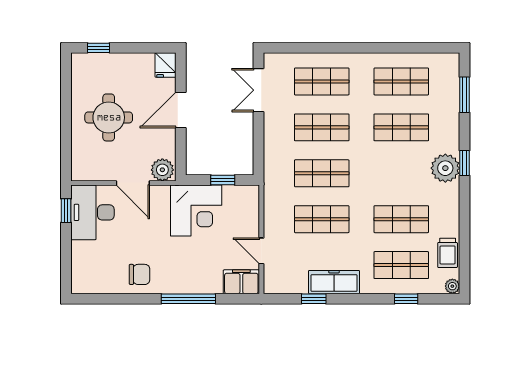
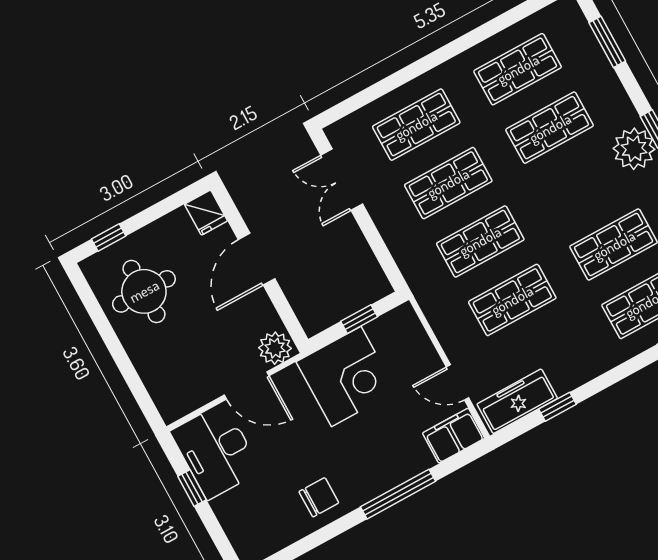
round table: (109, 117) -> (144, 291), moved
window: (66, 211) -> (192, 488), moved
freezer: (334, 282) -> (517, 401), moved

